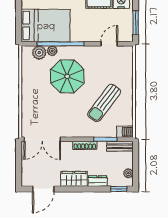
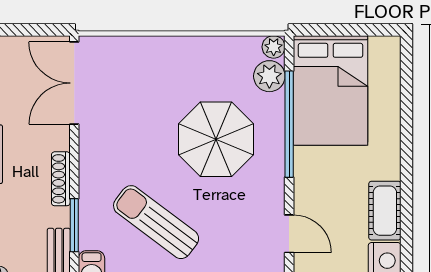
plant: (52, 51) -> (274, 47), moved

